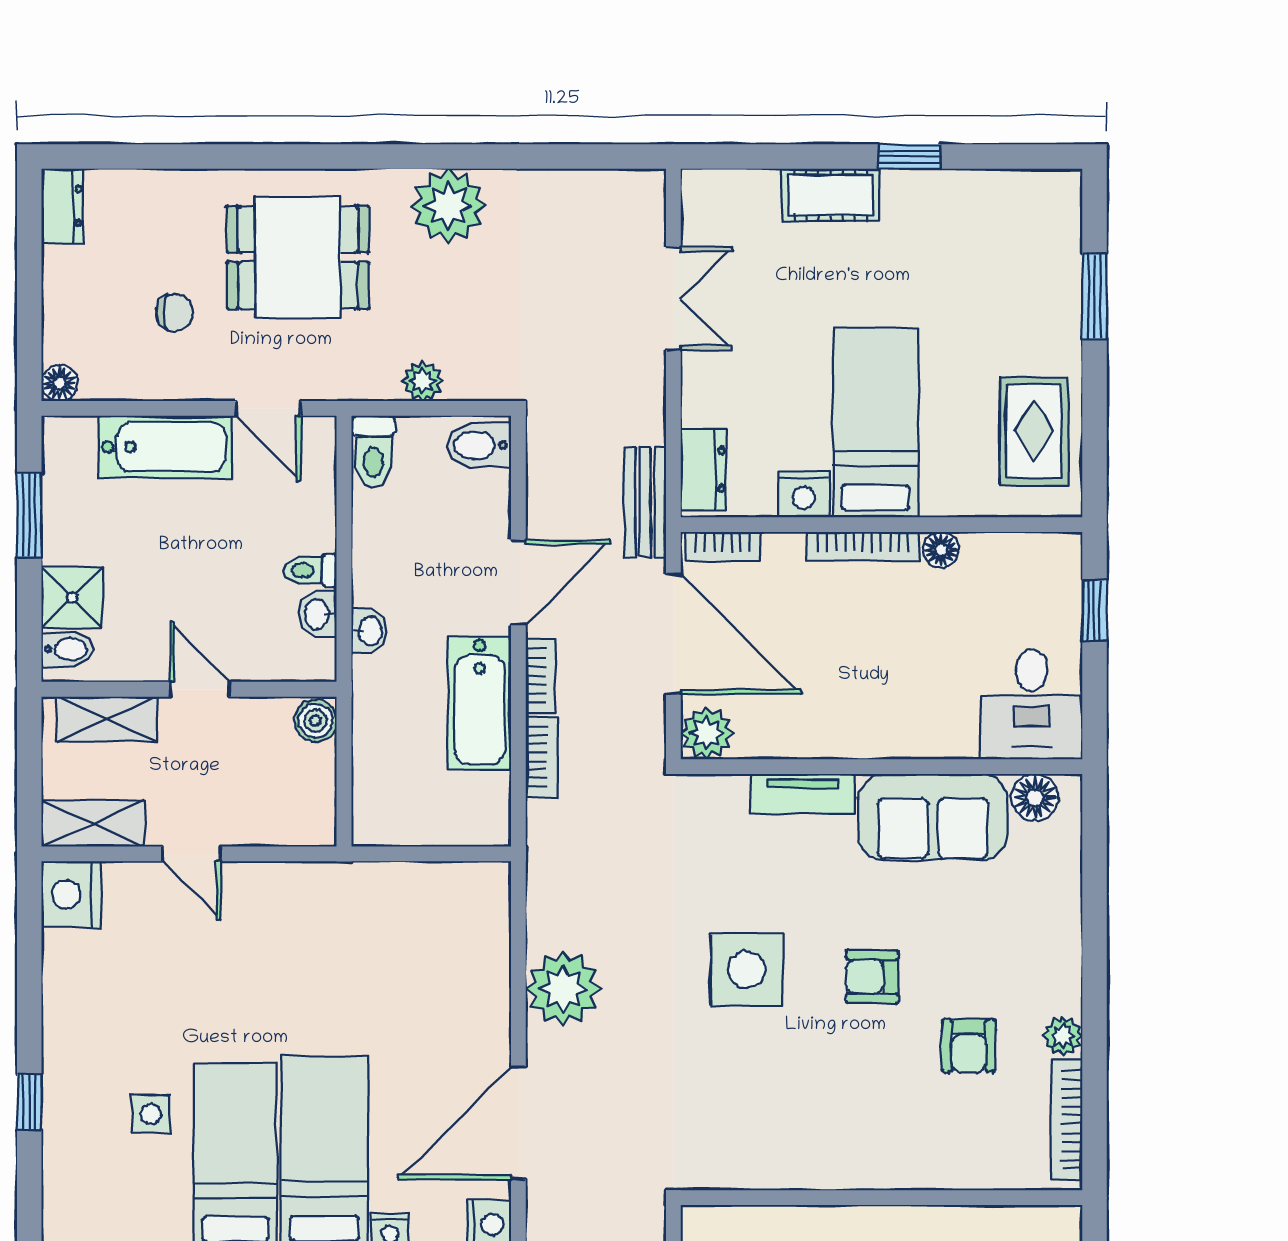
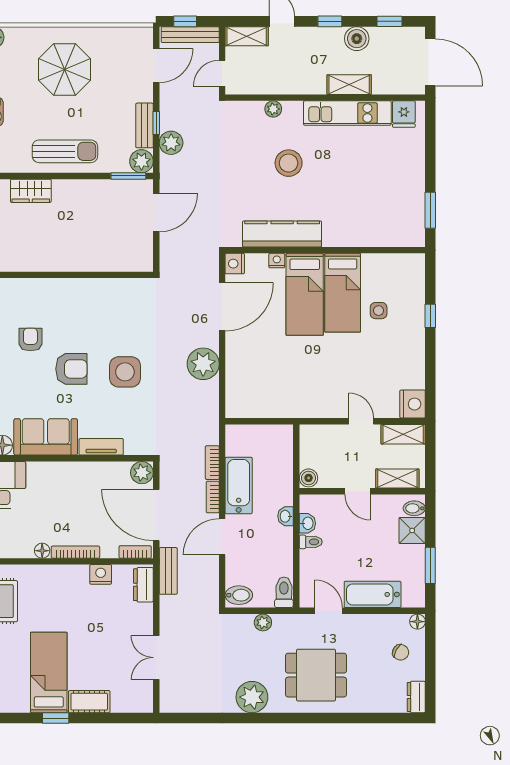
chair: (175, 312) -> (401, 652), moved, turned -152
bed: (876, 423) -> (49, 673), moved, turned 180
armchair: (872, 977) -> (71, 369), width x1.38, depth x1.38

